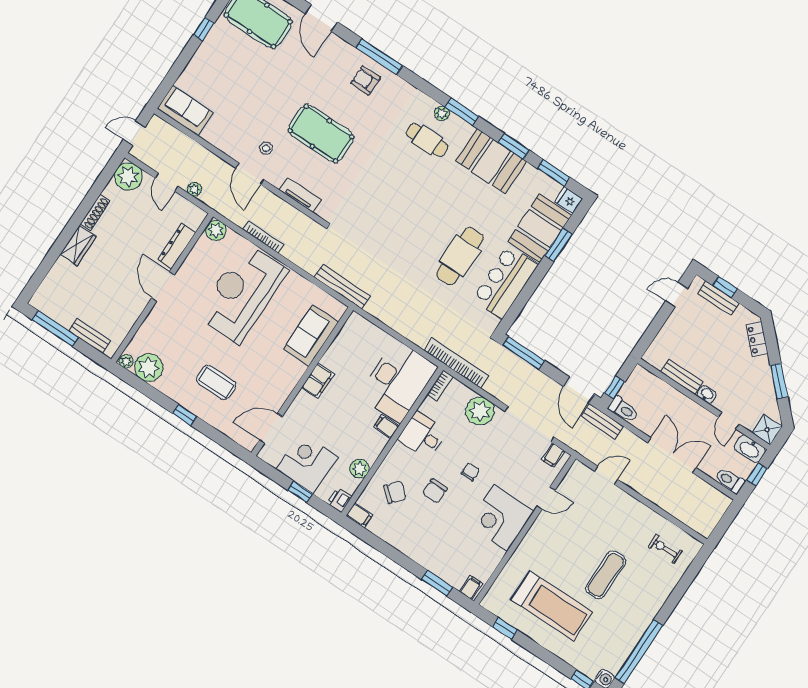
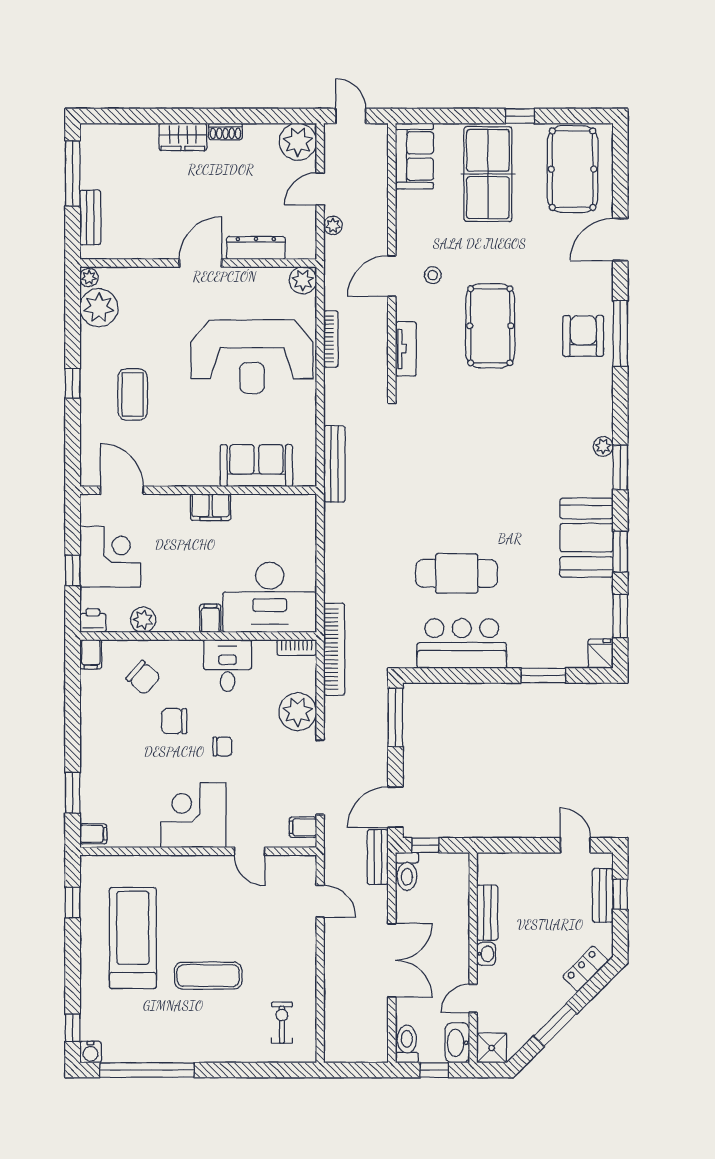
table tennis table: (226, 73) -> (488, 174), added
armchair: (365, 80) -> (583, 336), width x1.38, depth x1.38
cafe table: (427, 140) -> (562, 449), removed
shoe rack: (95, 212) -> (225, 131), width x0.70
booth: (540, 229) -> (547, 642), removed
reception desk: (242, 293) -> (252, 357), turned 180
treadmill: (552, 606) -> (133, 938), turned 180

